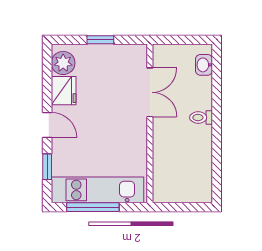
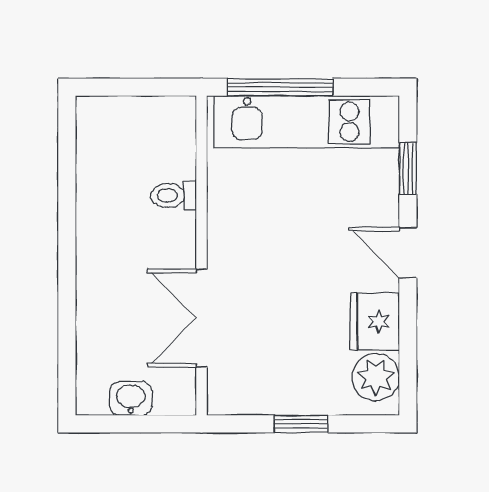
washbasin: (204, 65) -> (131, 398), moved, turned -90
toilet: (201, 118) -> (174, 196), moved, turned 180
window: (93, 207) -> (280, 87), moved

